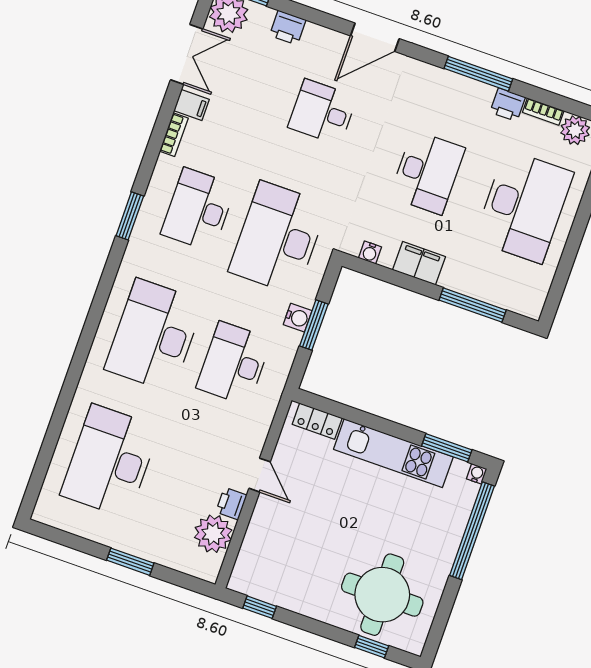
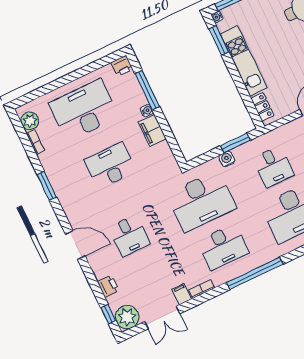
double door: (187, 54) -> (162, 318), swing flipped
window: (478, 74) -> (47, 186), width x0.69
printer: (508, 105) -> (122, 66), moved, turned 90
window: (130, 216) -> (255, 273), width x2.11
water cooler: (370, 252) -> (147, 111), moved
window: (314, 325) -> (235, 143), moved
desk: (234, 363) -> (273, 167), width x0.73

